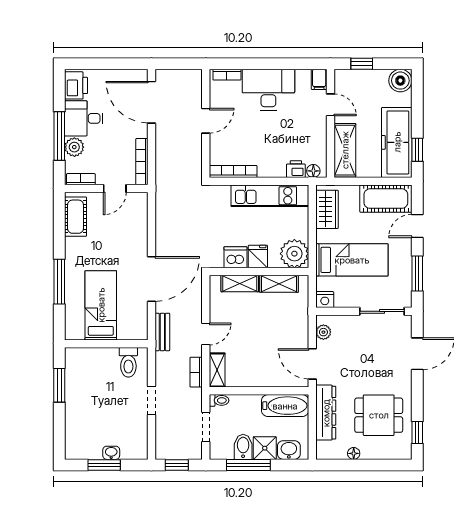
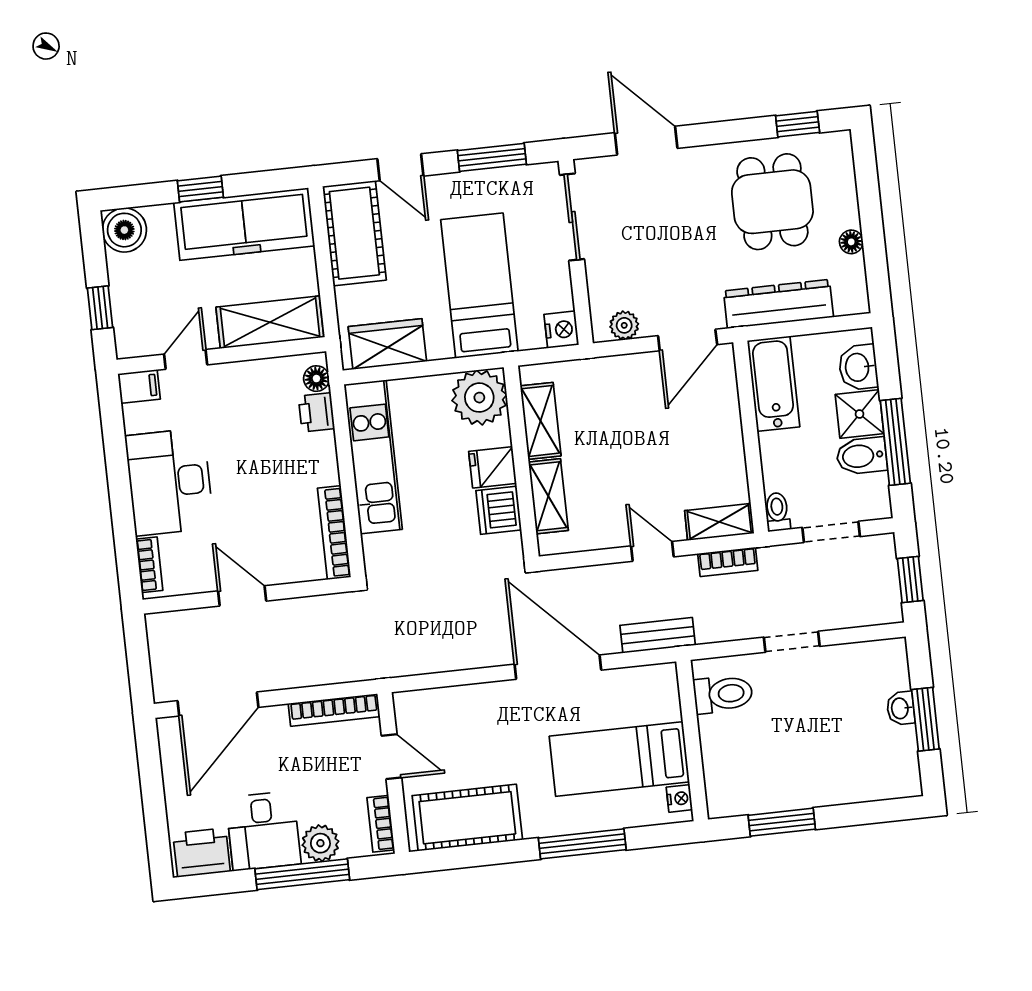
window: (417, 150) -> (200, 189), moved
cot: (76, 217) -> (467, 818), width x1.37, depth x1.34
nightstand: (77, 334) -> (679, 798), added

